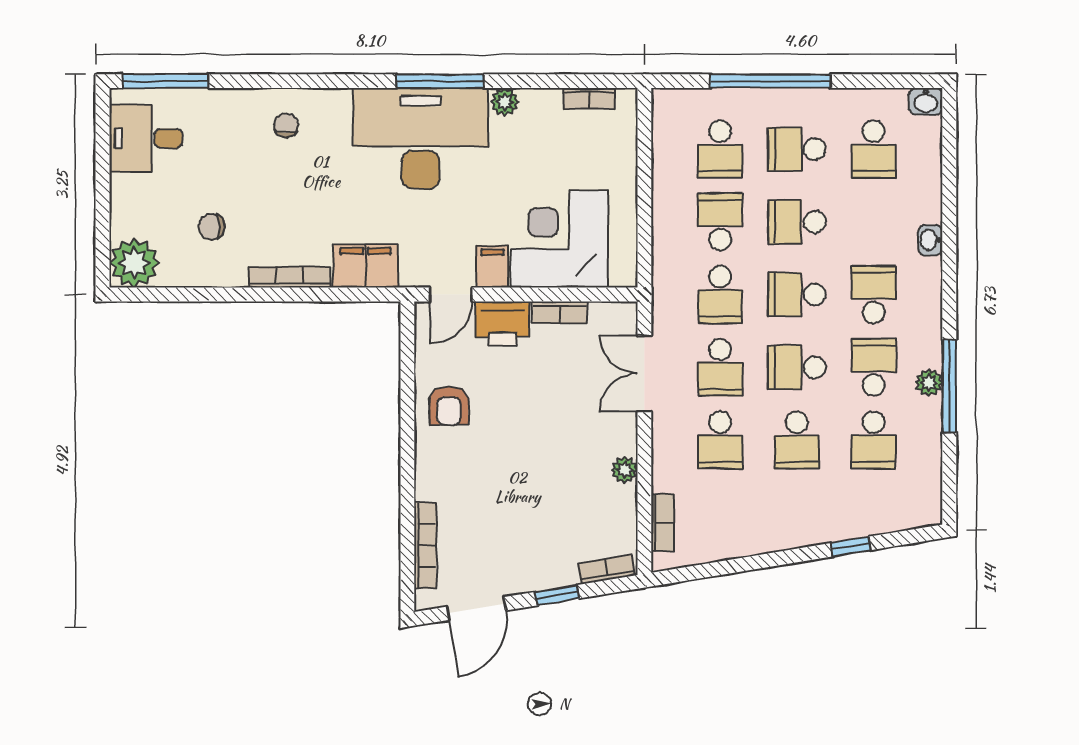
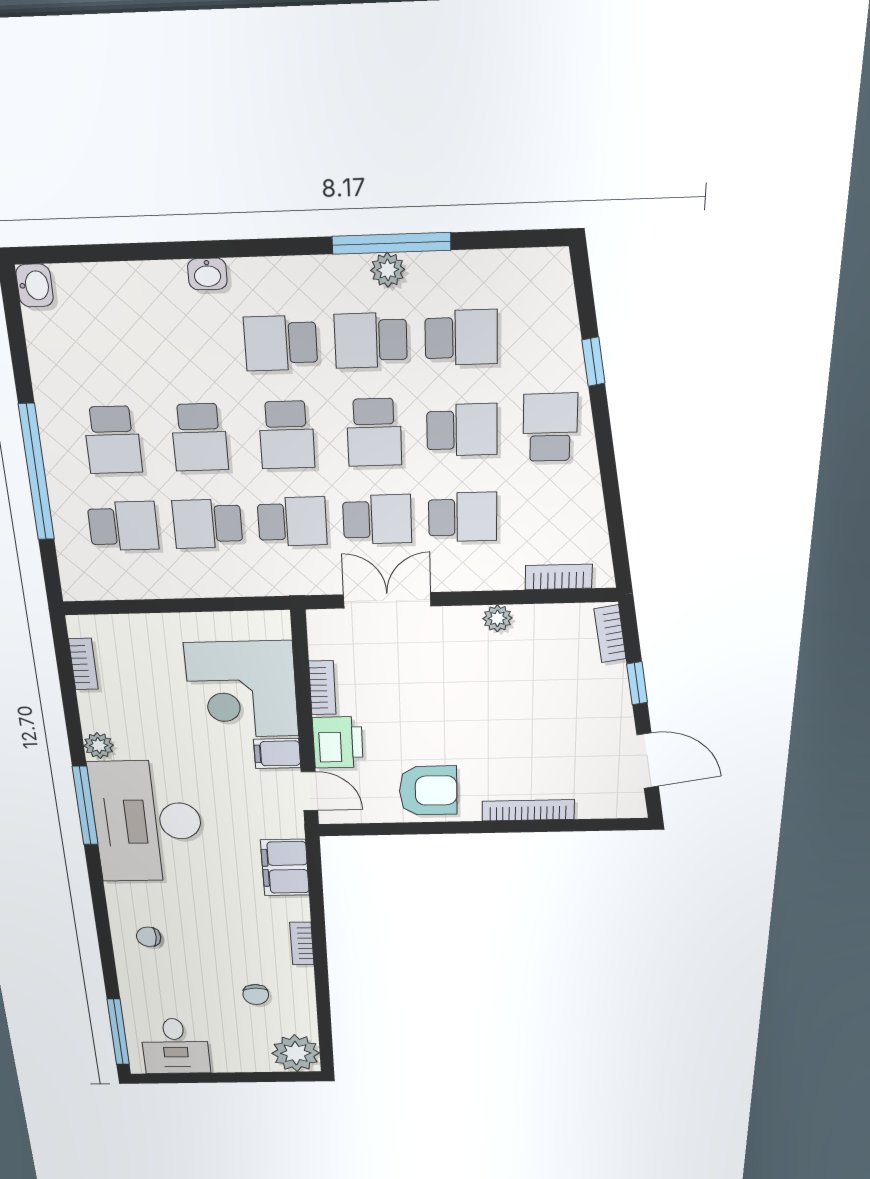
school desk: (874, 149) -> (550, 427), moved, turned -90
bookcase: (289, 277) -> (302, 944), width x0.64
double door: (644, 373) -> (387, 600), swing flipped
armchair: (449, 406) -> (428, 791), width x1.38, depth x1.38
bookcase: (425, 545) -> (528, 810), moved

